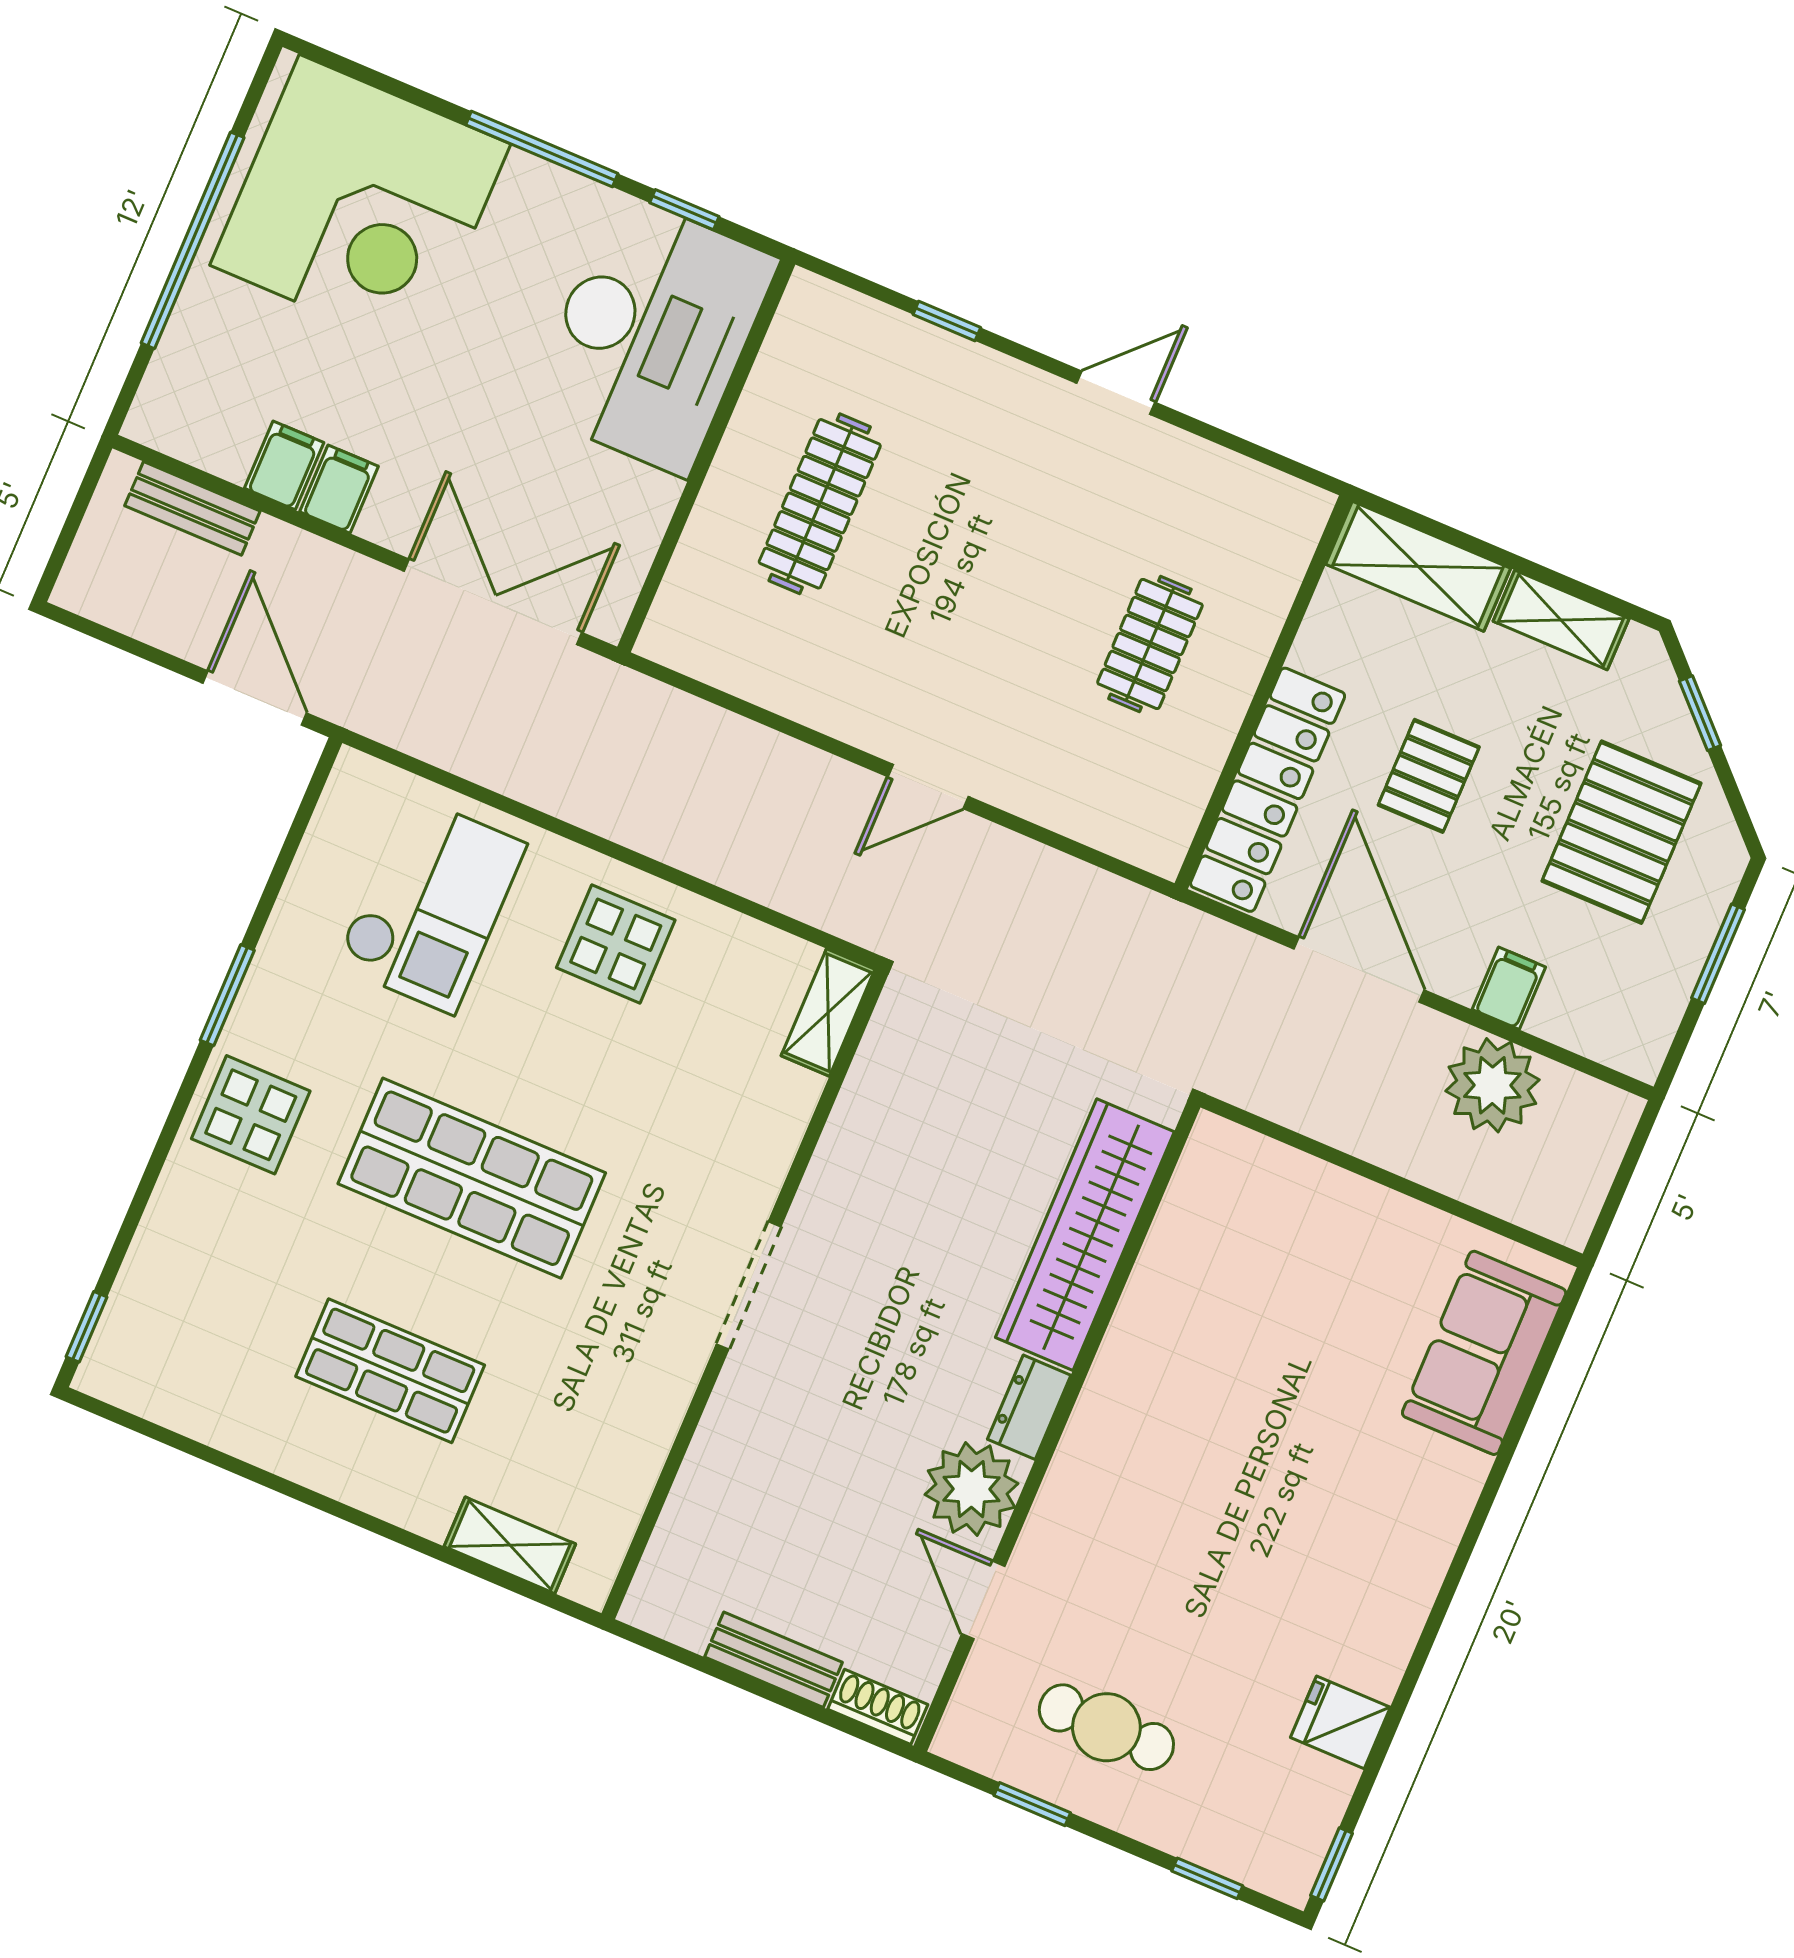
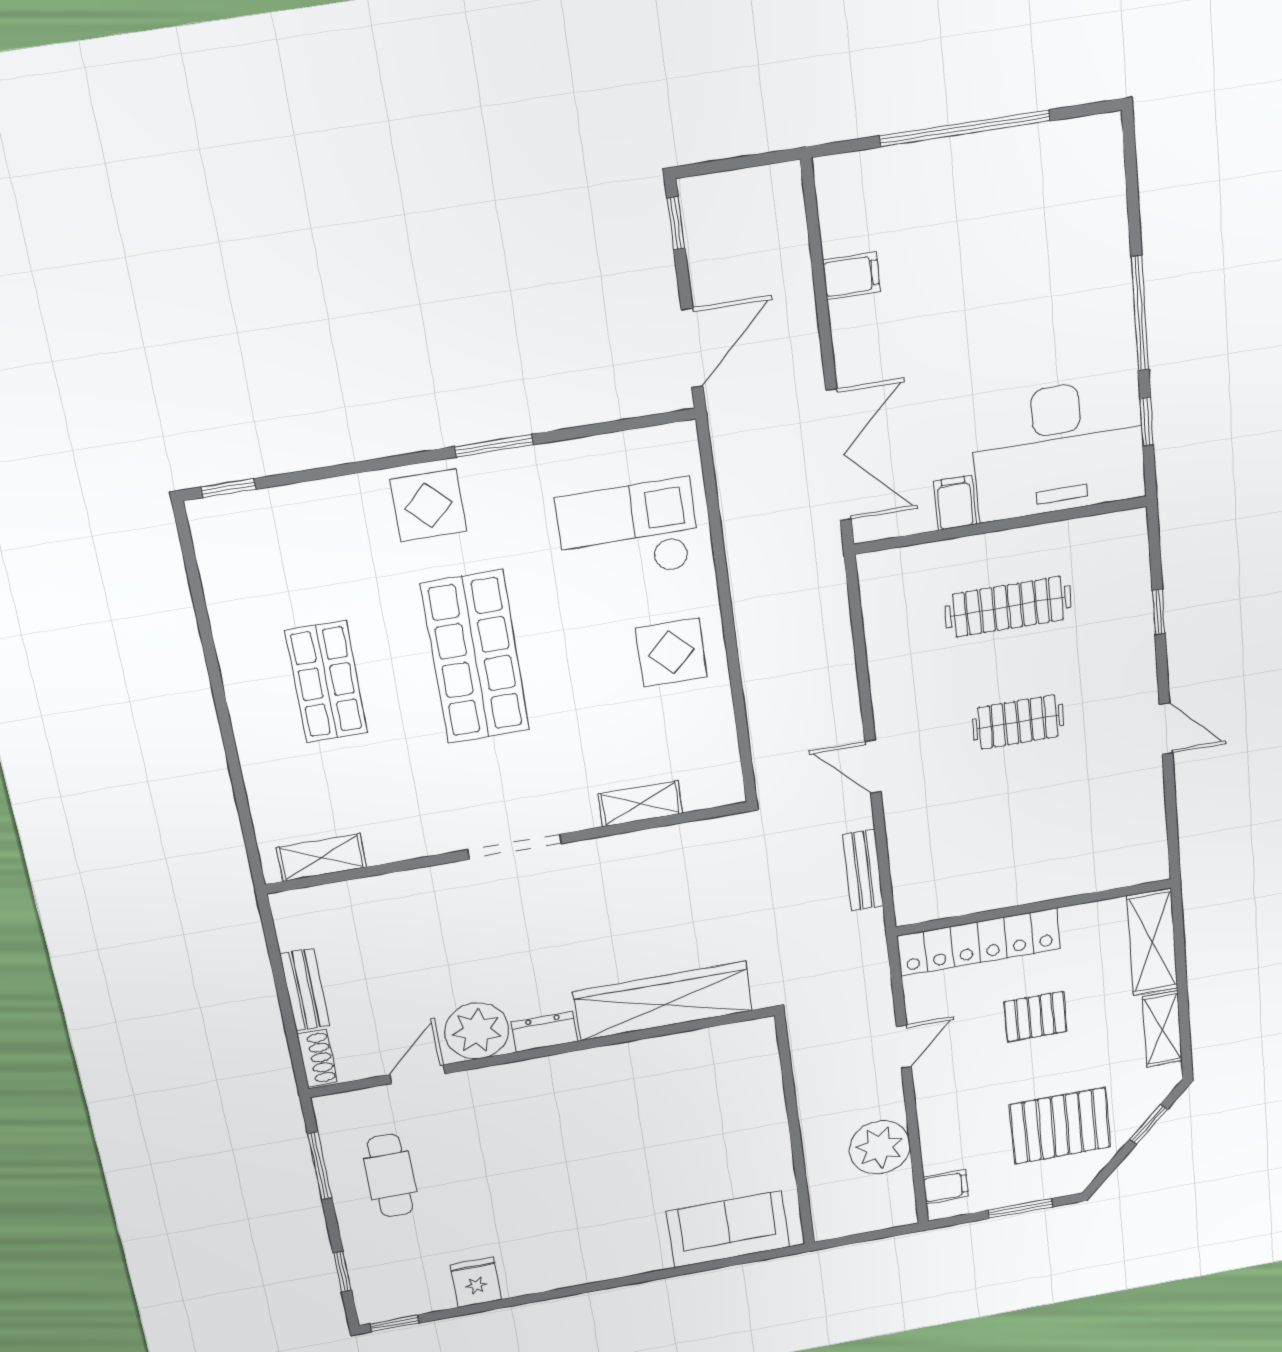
corner desk: (360, 205) -> (1045, 222), removed
filing cabinet: (339, 489) -> (955, 503), moved, turned -90
bench: (192, 508) -> (863, 870), moved
window: (98, 632) -> (676, 223), added
clothes rail: (1150, 644) -> (1018, 722), moved
checkout: (430, 904) -> (628, 532), turned 180
door: (1359, 970) -> (904, 1047), width x0.53
filing cabinet: (1509, 988) -> (946, 1187), moved
shelving: (828, 1013) -> (640, 804), moved
shelving: (510, 1545) -> (321, 857), moved, turned 90
window: (1032, 1804) -> (320, 1166), width x1.50

